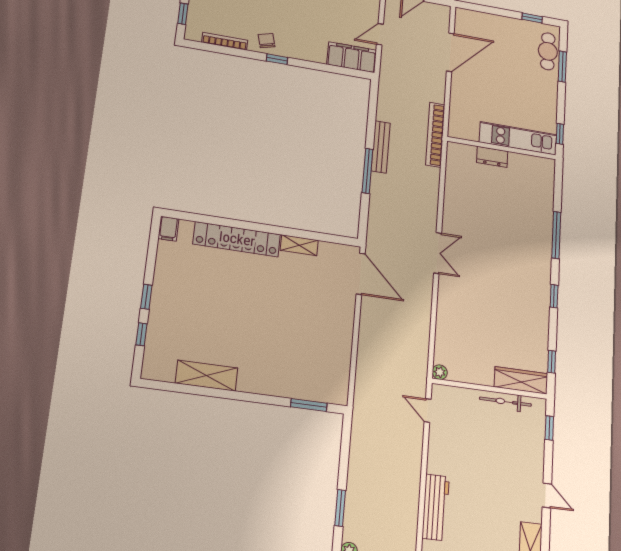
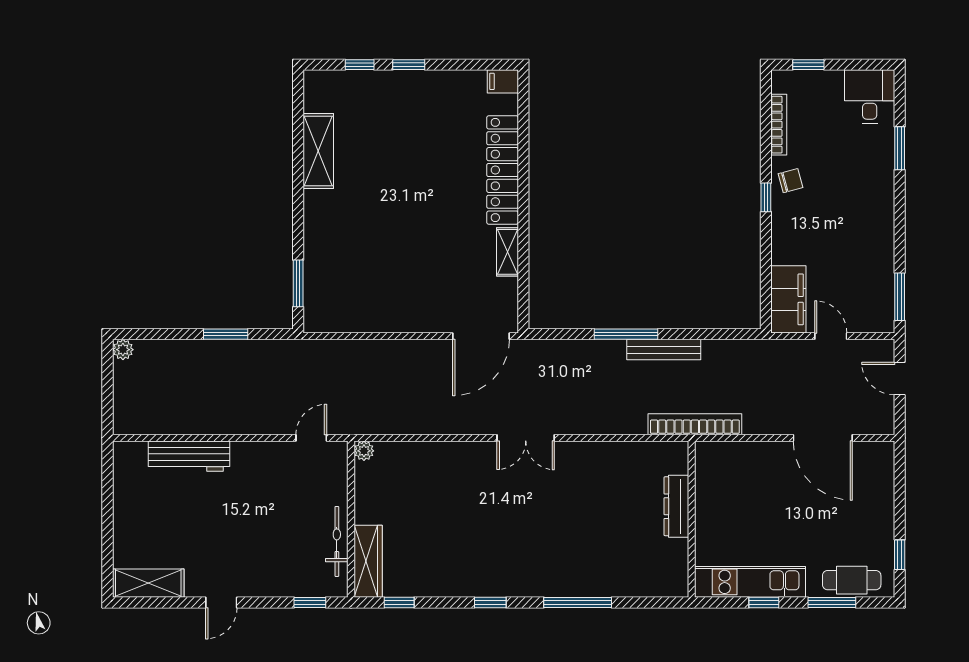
window: (560, 134) -> (764, 603), moved
kitchen unit: (518, 138) -> (750, 582), moved, turned -90
dresser: (492, 157) -> (676, 506), width x1.44
window: (340, 508) -> (226, 334), moved

